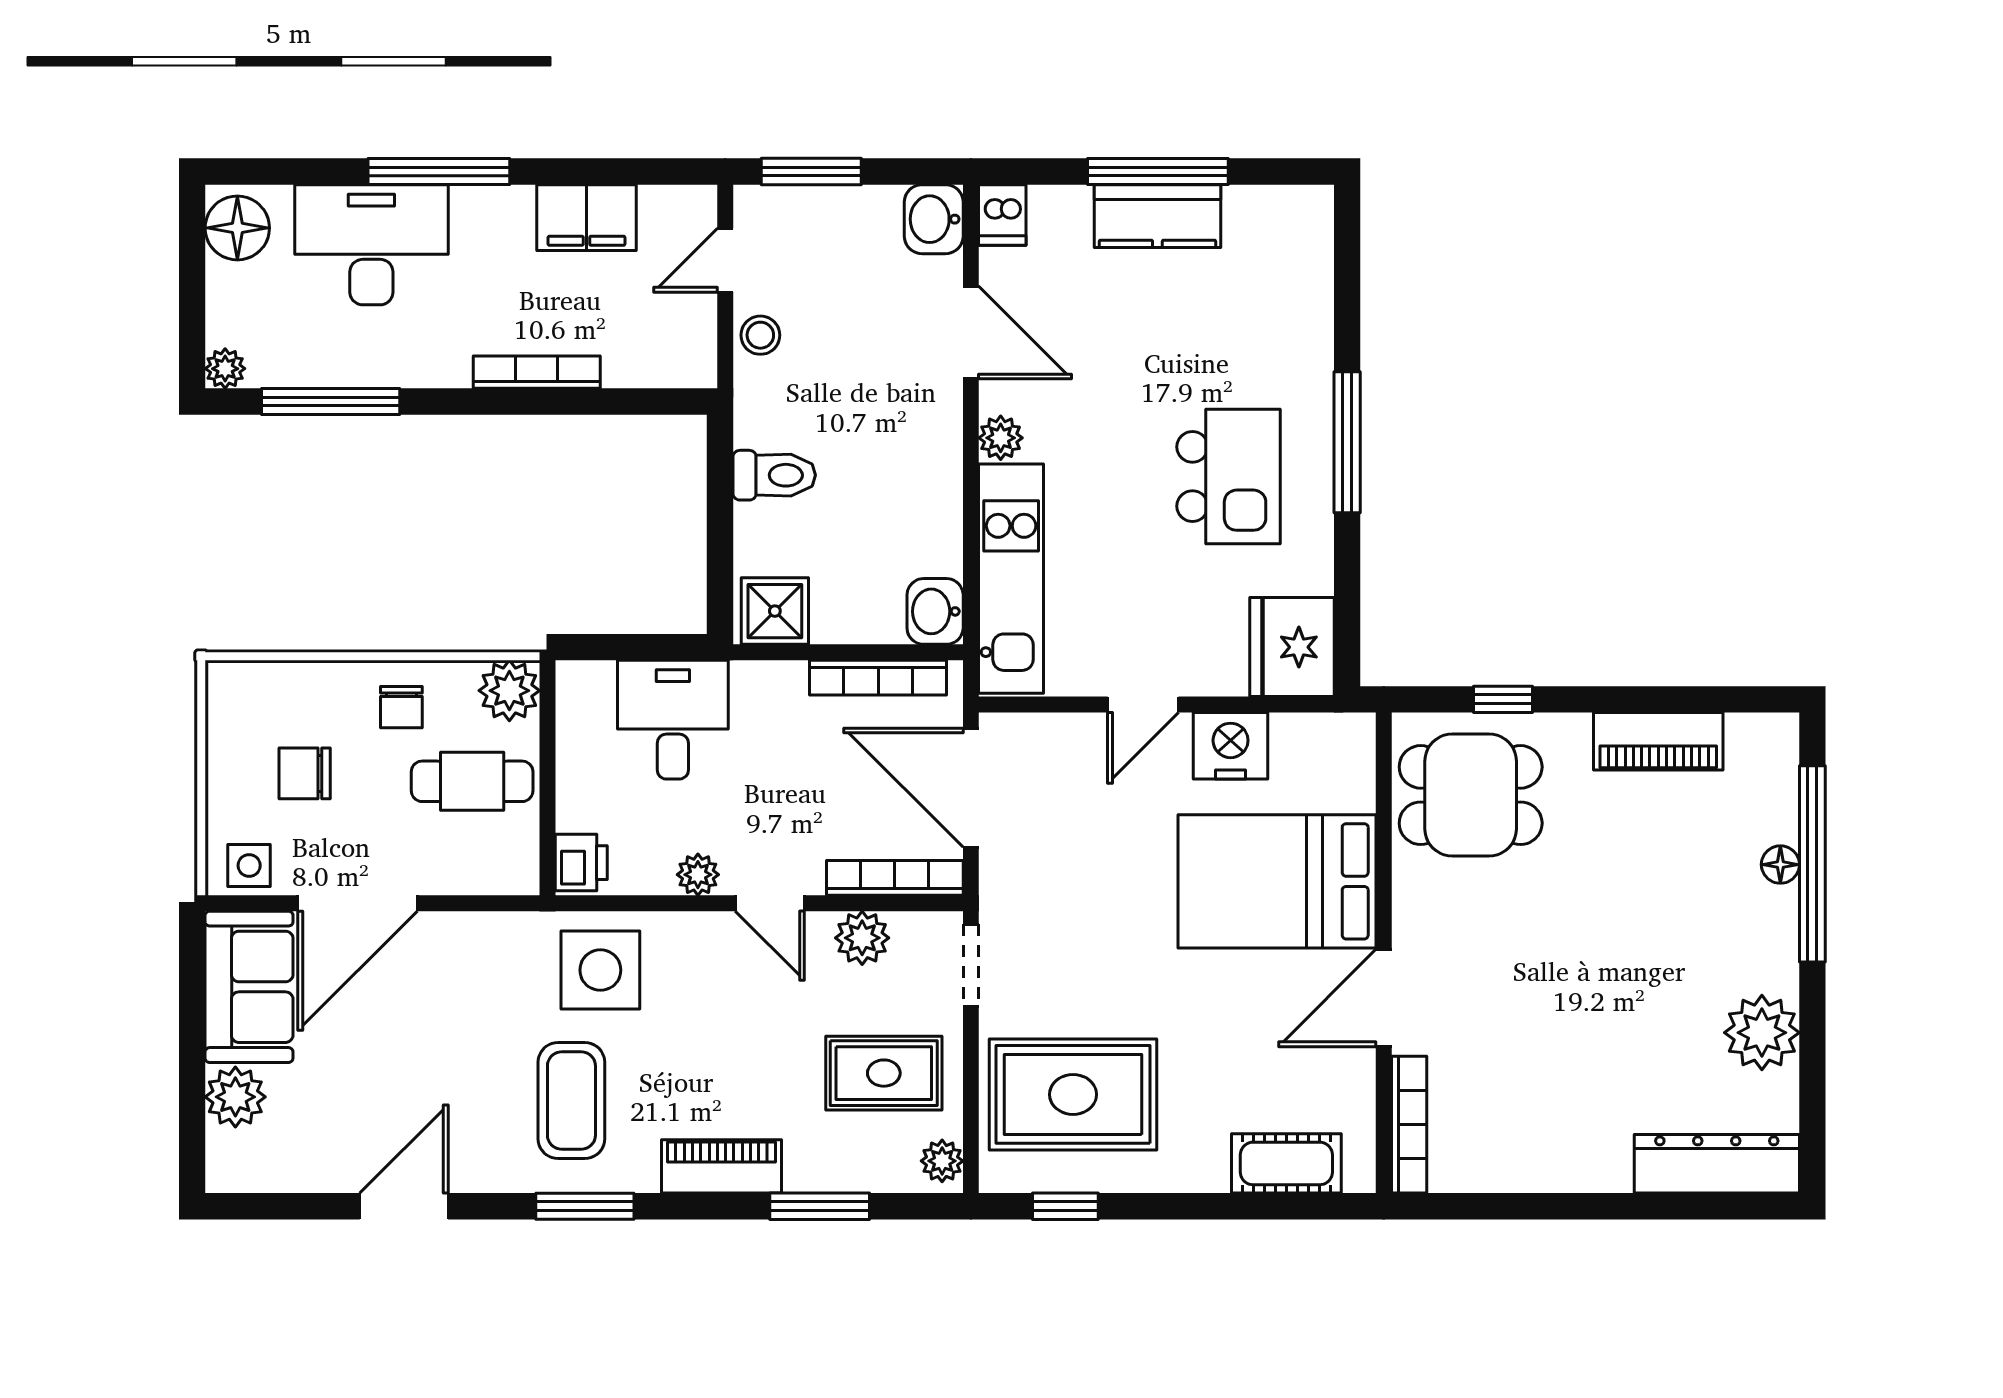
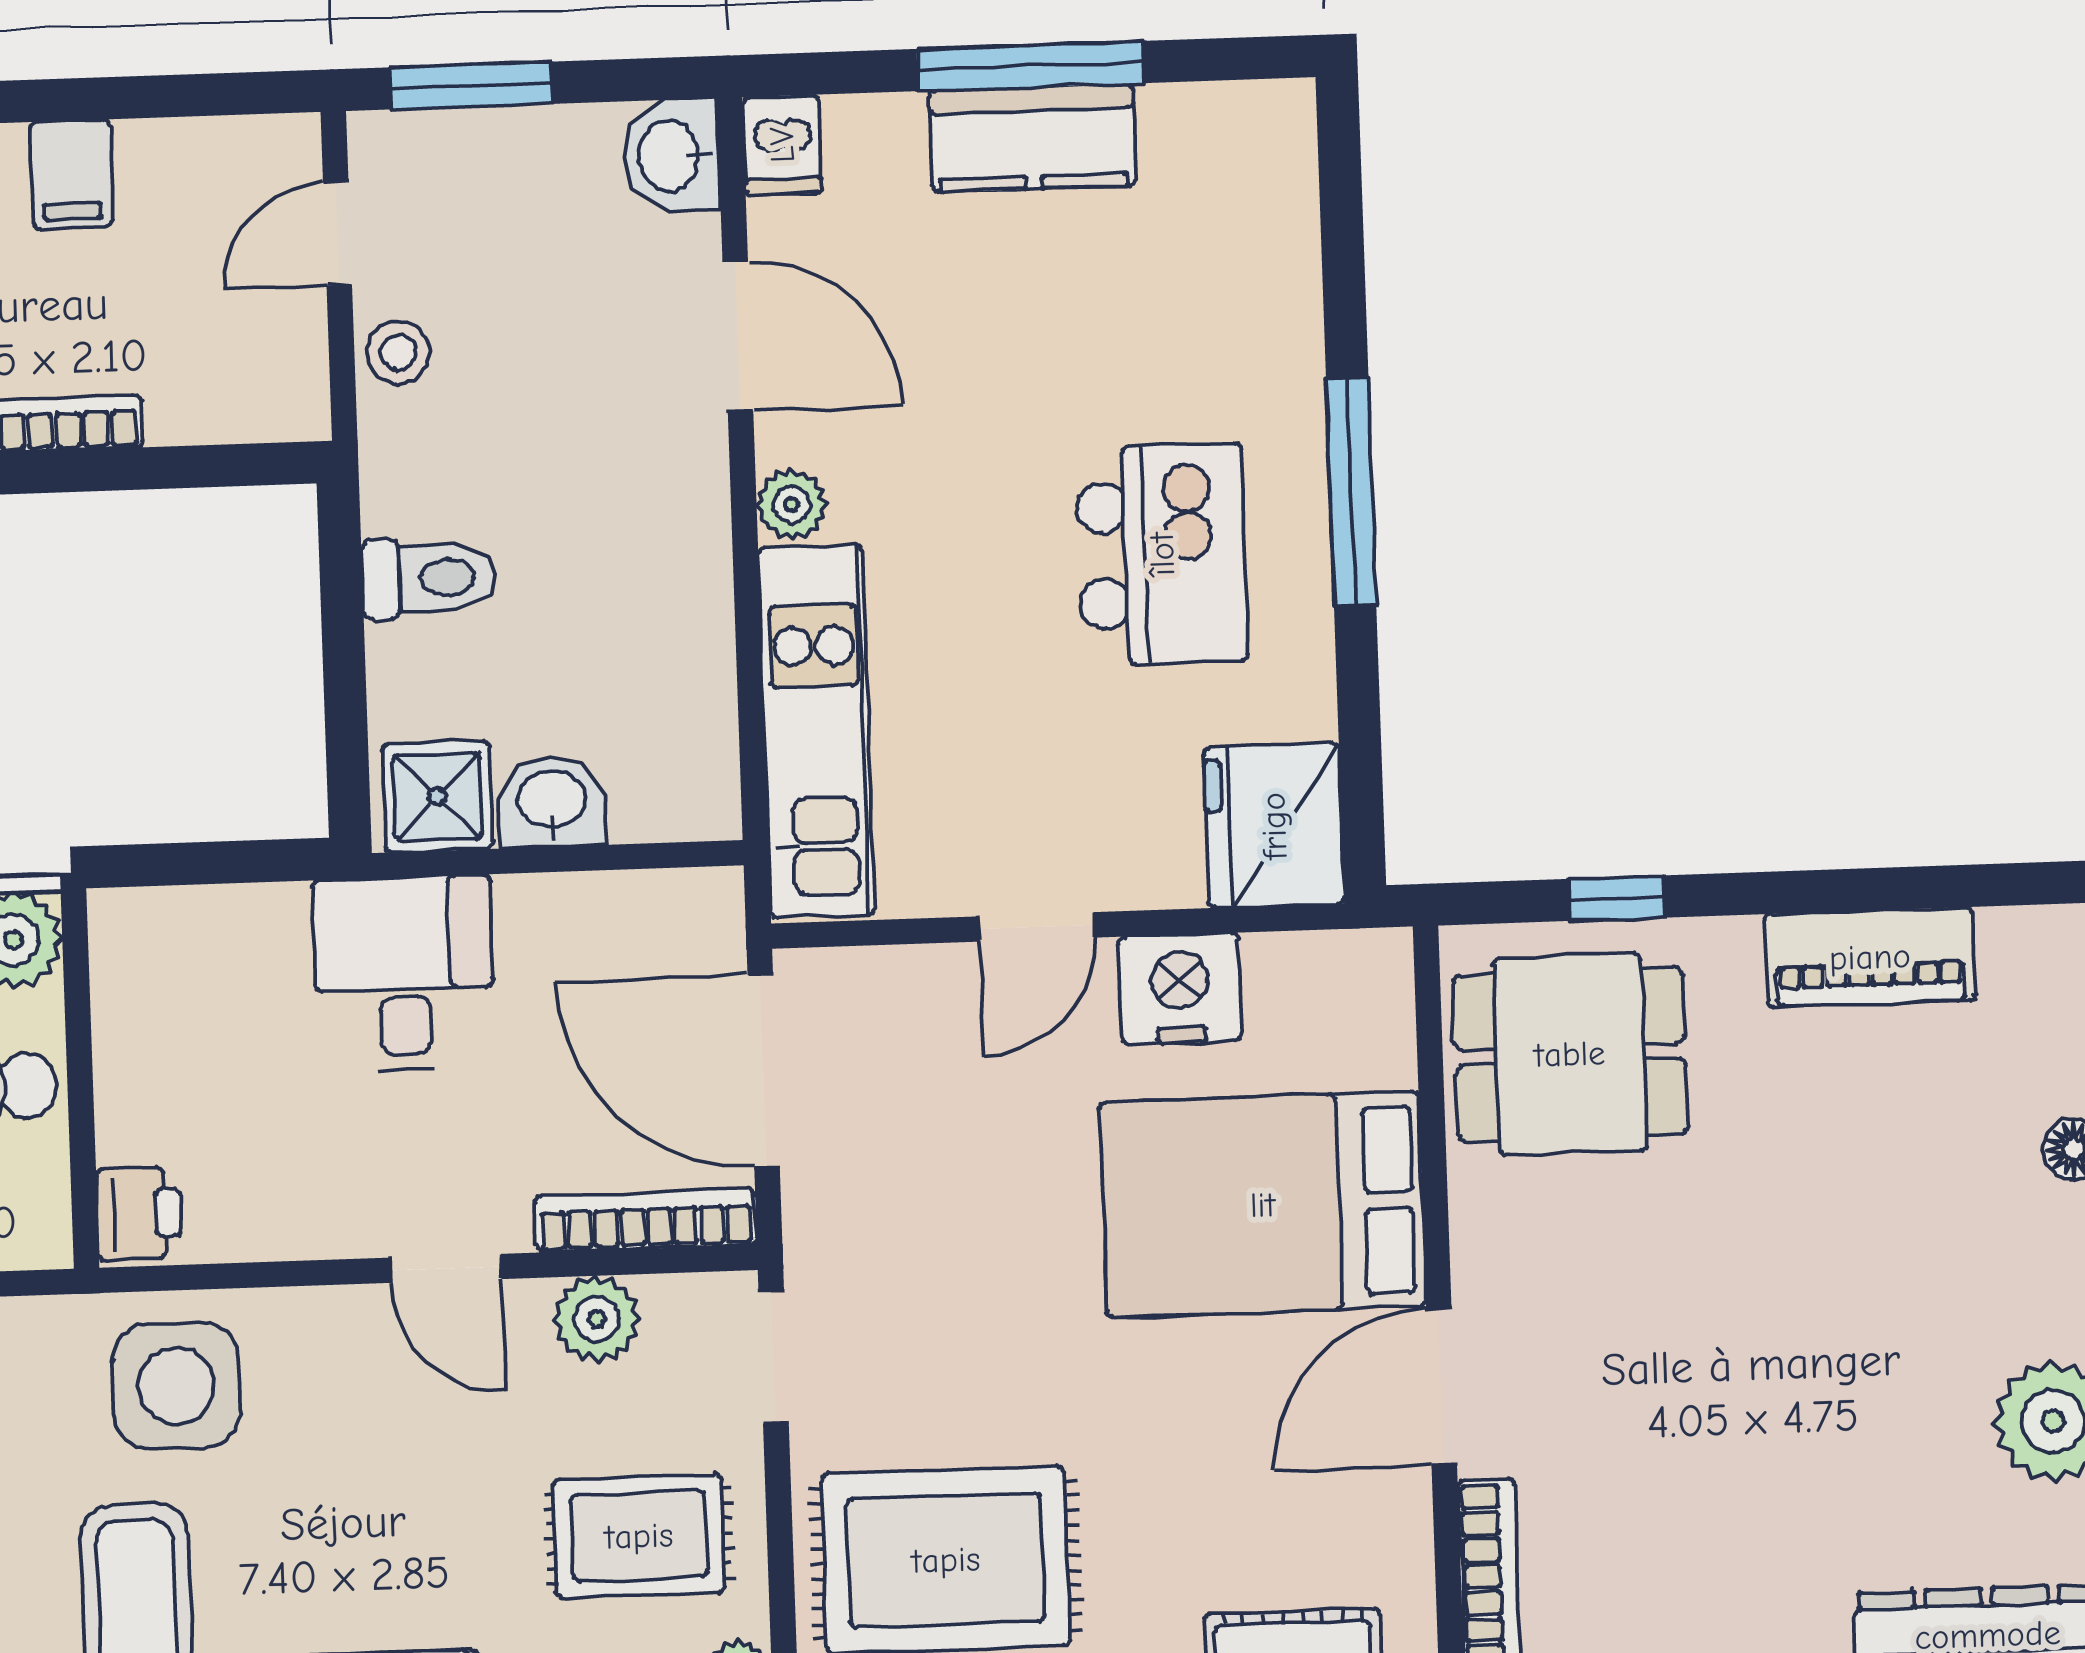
filing cabinet: (586, 218) -> (71, 174), width x0.50
washbasin: (935, 611) -> (552, 802), moved, turned 90
bookcase: (878, 678) -> (608, 898), removed
desk: (673, 720) -> (404, 973), moved
plant: (698, 875) -> (328, 1226), removed

